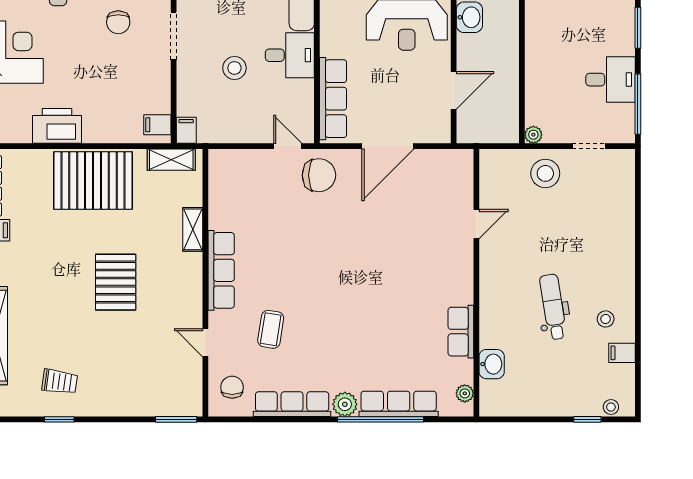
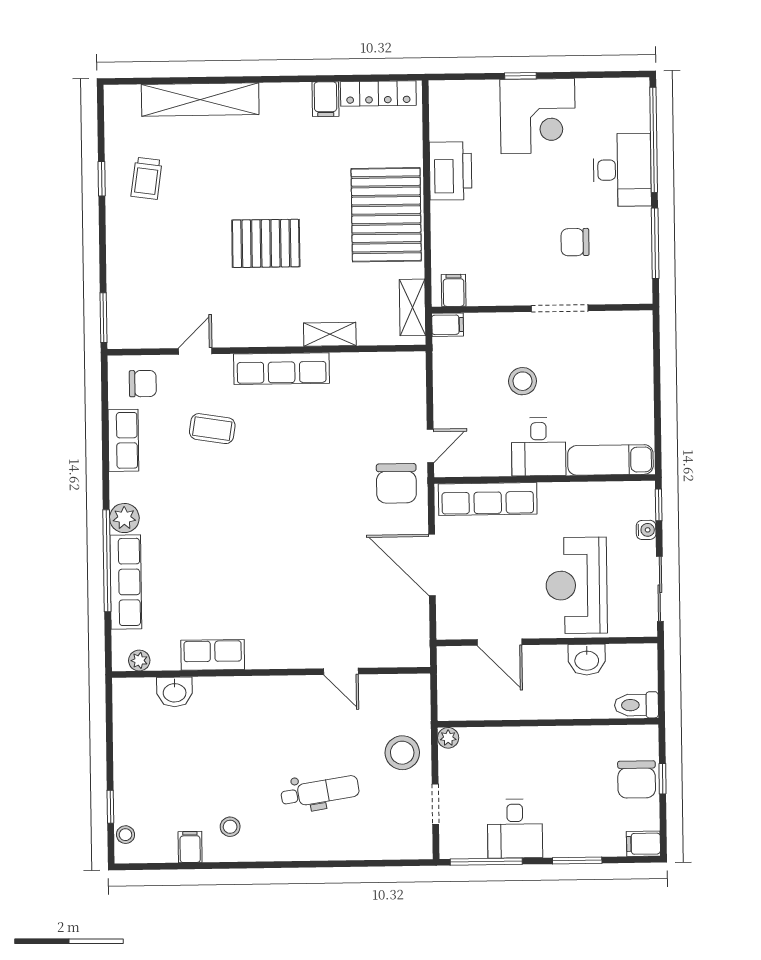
dental chair: (553, 307) -> (320, 792), moved
row of seats: (292, 404) -> (123, 440), width x0.68

